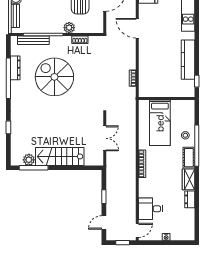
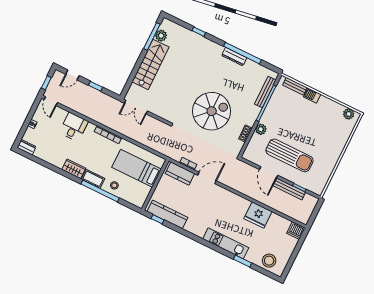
door: (137, 28) -> (207, 178), moved
kitchen counter: (188, 60) -> (167, 214), moved
dresser: (15, 68) -> (234, 57), moved
spiral stairs: (54, 77) -> (212, 111), moved
kitchen counter: (145, 81) -> (180, 173), added
double door: (105, 138) -> (136, 107), moved
dresser: (190, 199) -> (27, 147), moved
desk: (150, 209) -> (74, 127), moved
door: (104, 223) -> (72, 75), swing flipped

